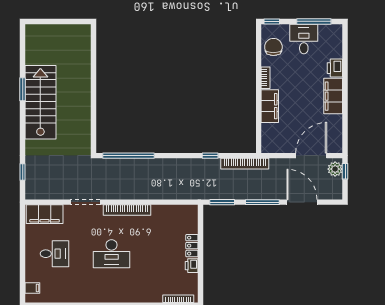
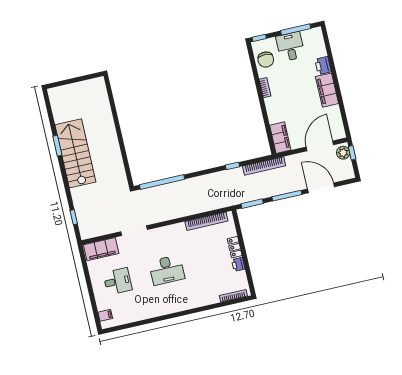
chair: (273, 47) -> (266, 60), turned 180
filing cabinet: (270, 106) -> (280, 138), moved
bookcase: (127, 210) -> (206, 221), moved

